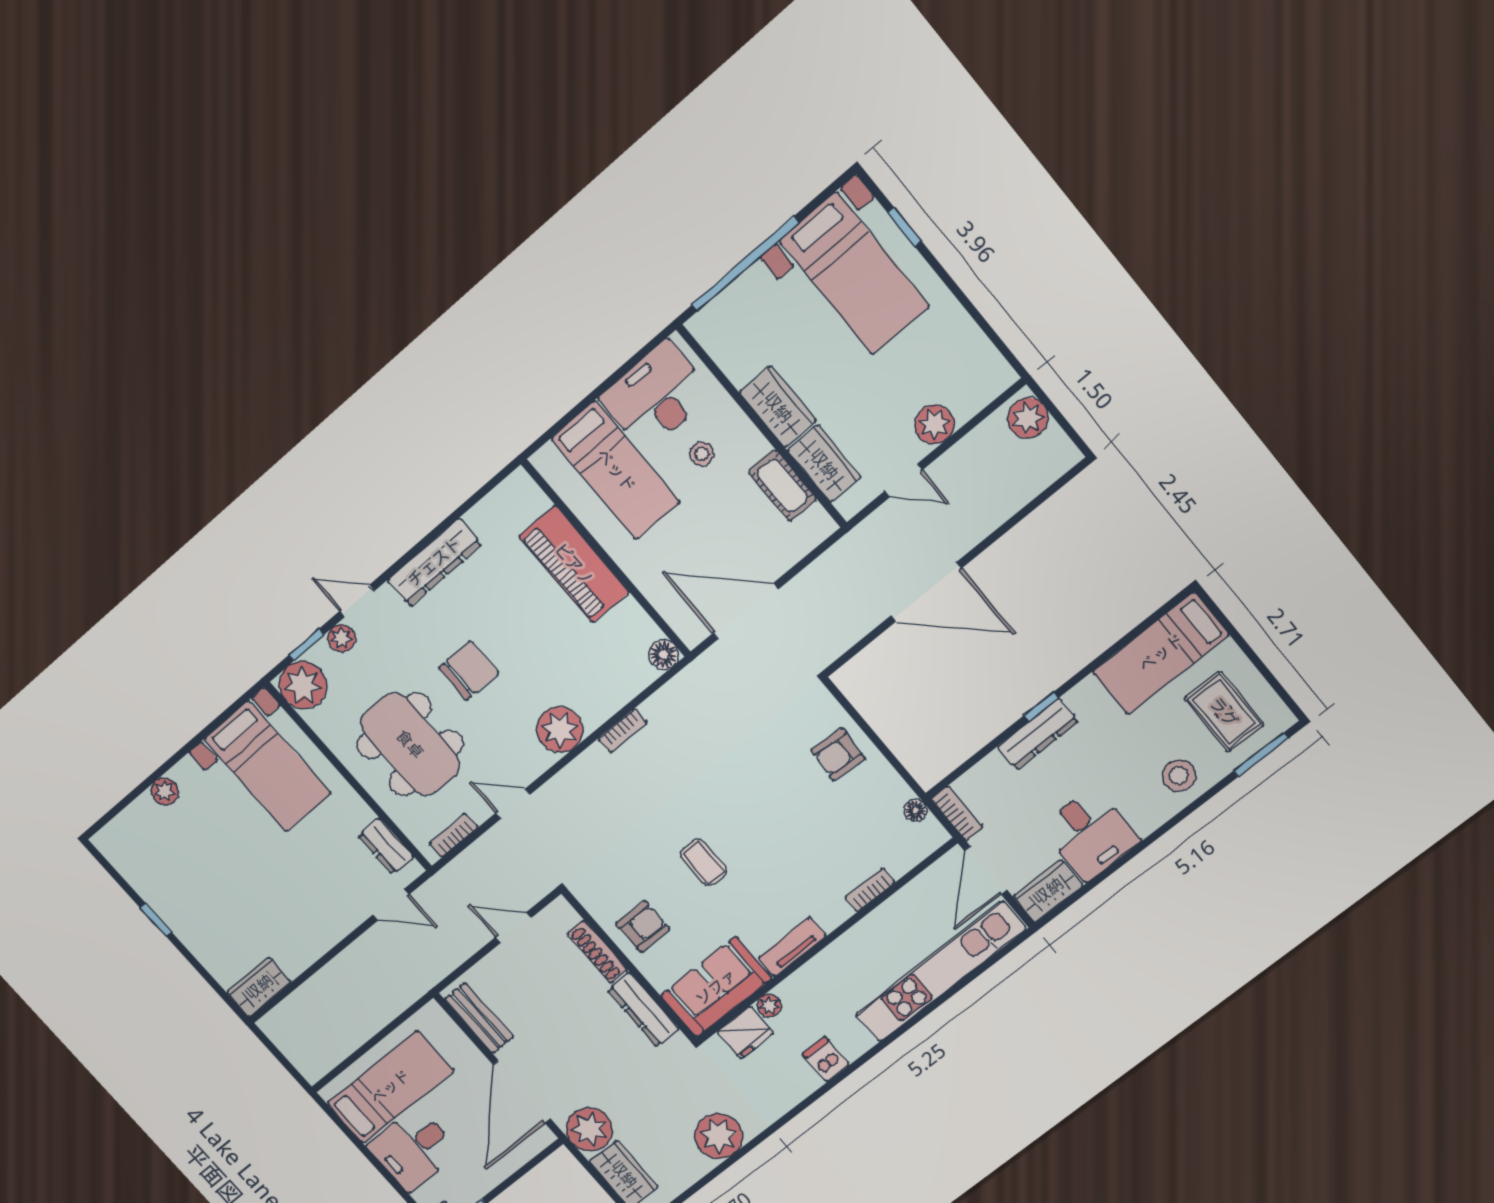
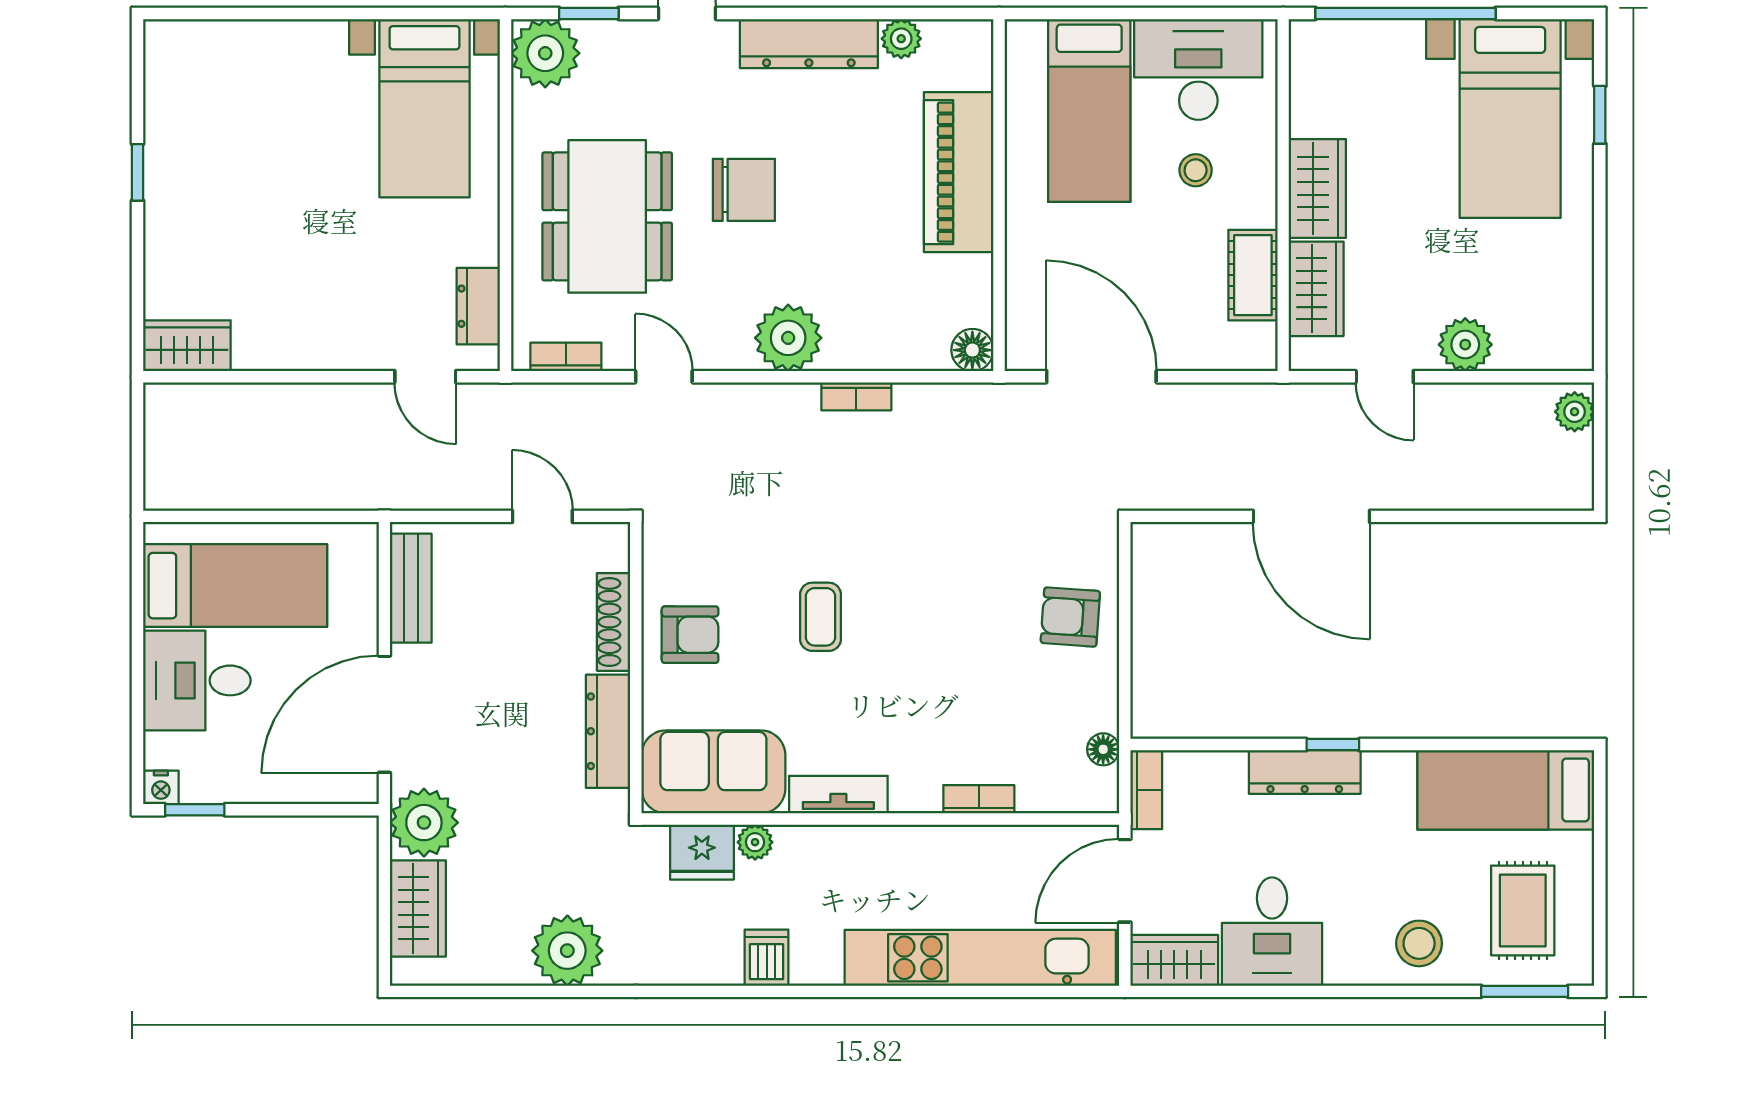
plant: (1028, 418) -> (1575, 412), width x0.73, depth x0.73
plant: (341, 638) -> (901, 39), moved
plant: (165, 791) -> (282, 39), removed

